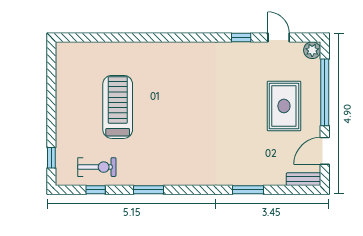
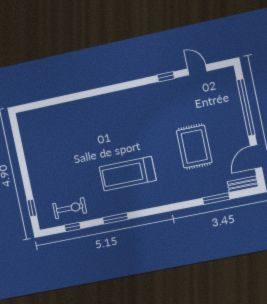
plant: (312, 50) -> (228, 74), removed
rug: (284, 106) -> (194, 146), moved
treadmill: (118, 107) -> (128, 174), moved, turned -90
window: (248, 190) -> (216, 199), moved

